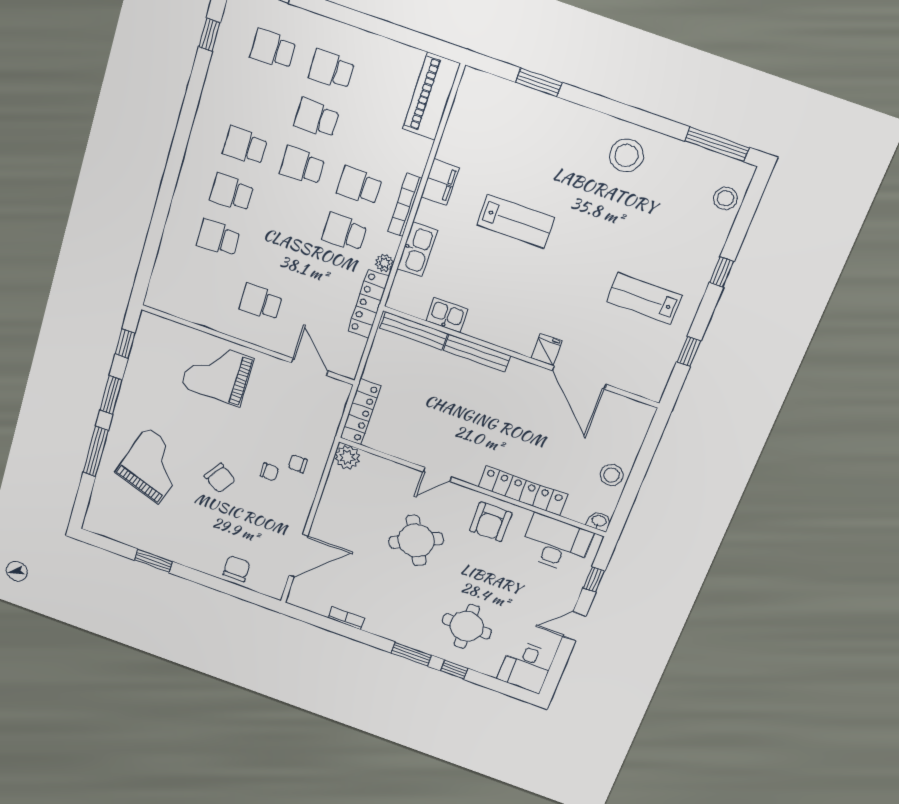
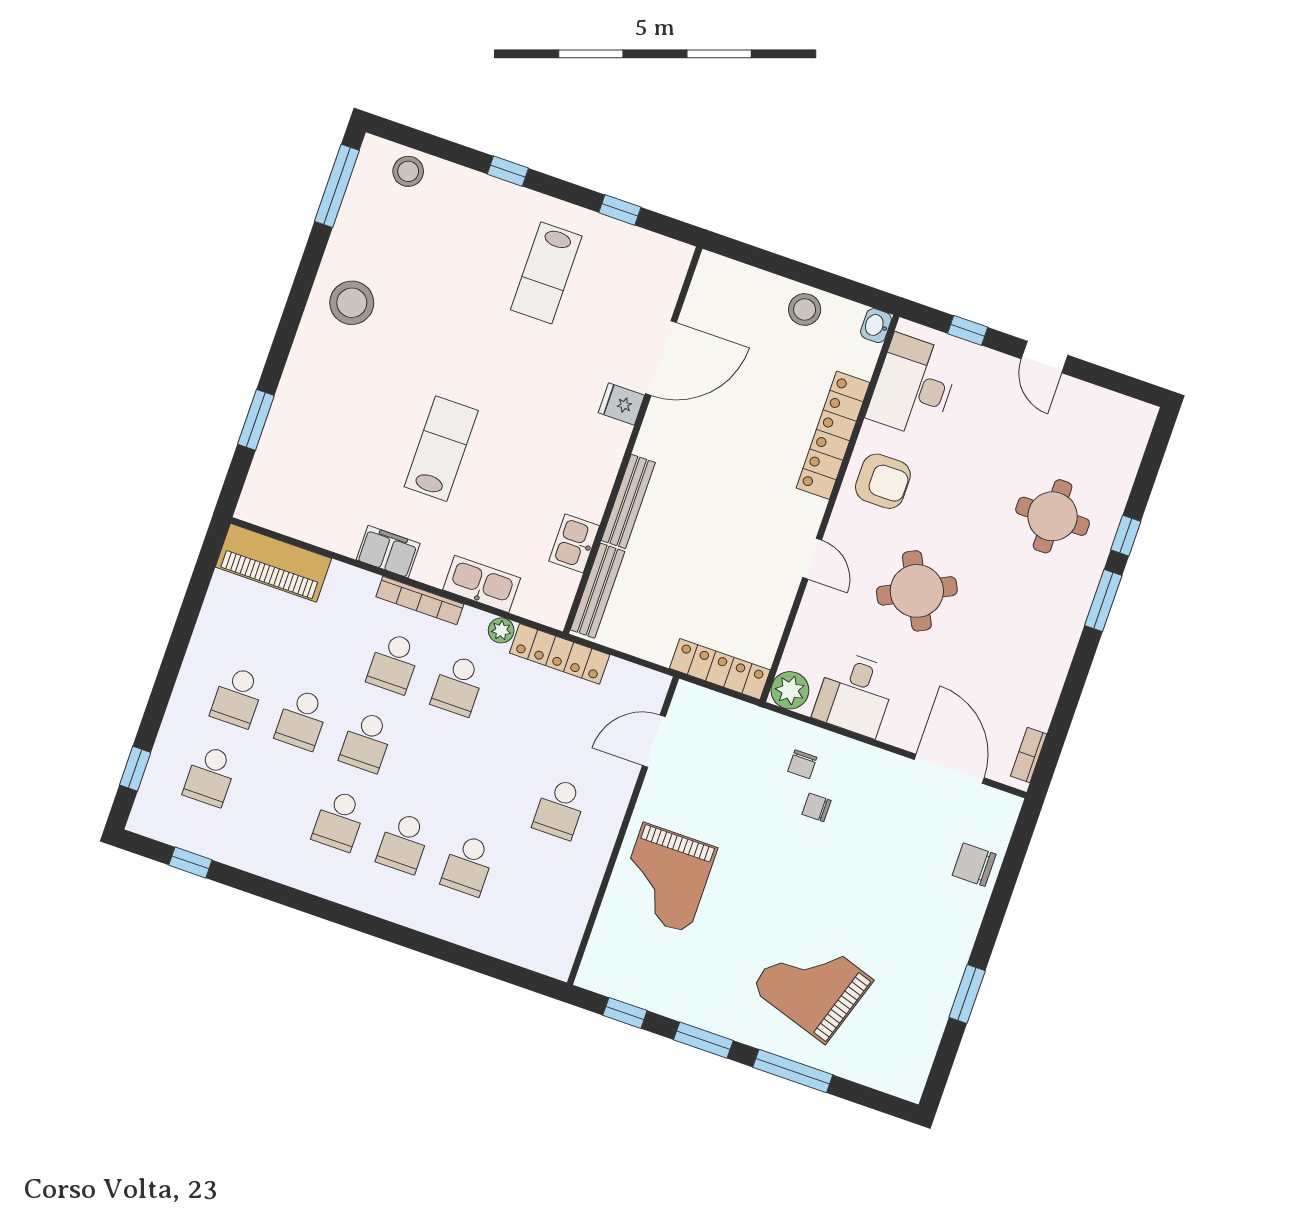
chair: (269, 472) -> (816, 807), turned -90
chair: (220, 478) -> (829, 883), removed
bookcase: (346, 618) -> (1029, 755), moved
desk: (526, 666) -> (855, 694), moved, turned 90

